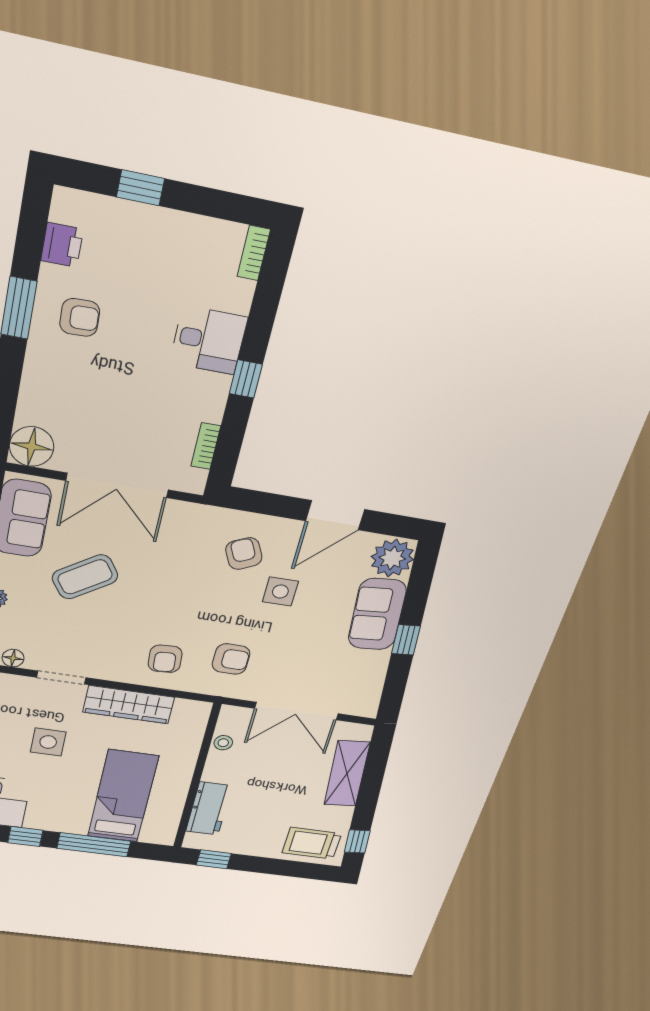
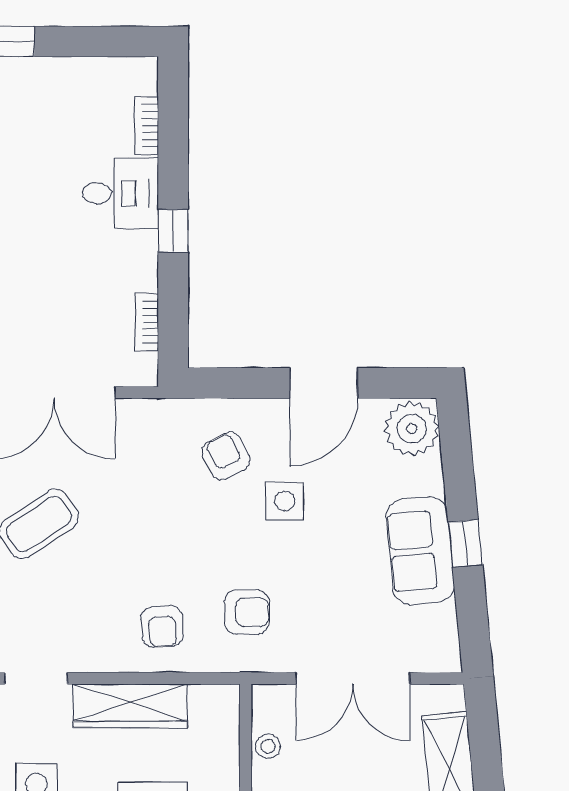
bookcase: (254, 253) -> (147, 126), moved
sofa: (377, 614) -> (420, 551), moved

